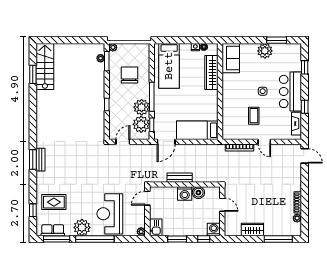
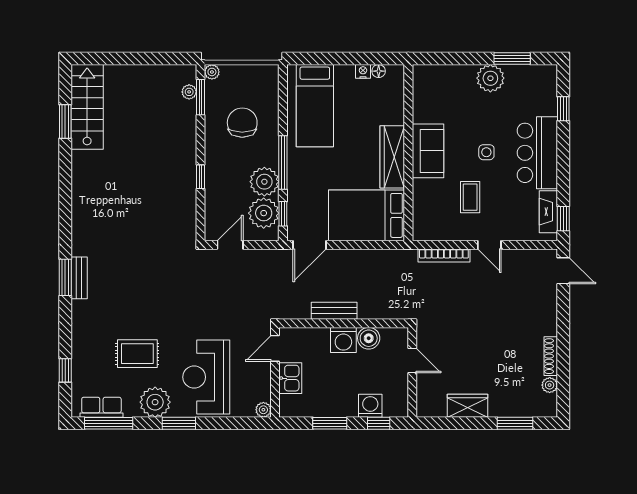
sofa: (231, 58) -> (428, 151), moved
wardrobe: (211, 73) -> (392, 157), moved
window: (305, 107) -> (563, 219), moved
bed: (197, 130) -> (367, 215), width x1.50
rug: (54, 202) -> (137, 354), moved
kitchen sink: (156, 227) -> (290, 378), moved
washing machine: (214, 229) -> (370, 406), moved
window: (95, 239) -> (179, 423), width x0.47
window: (278, 239) -> (515, 423), width x0.69

